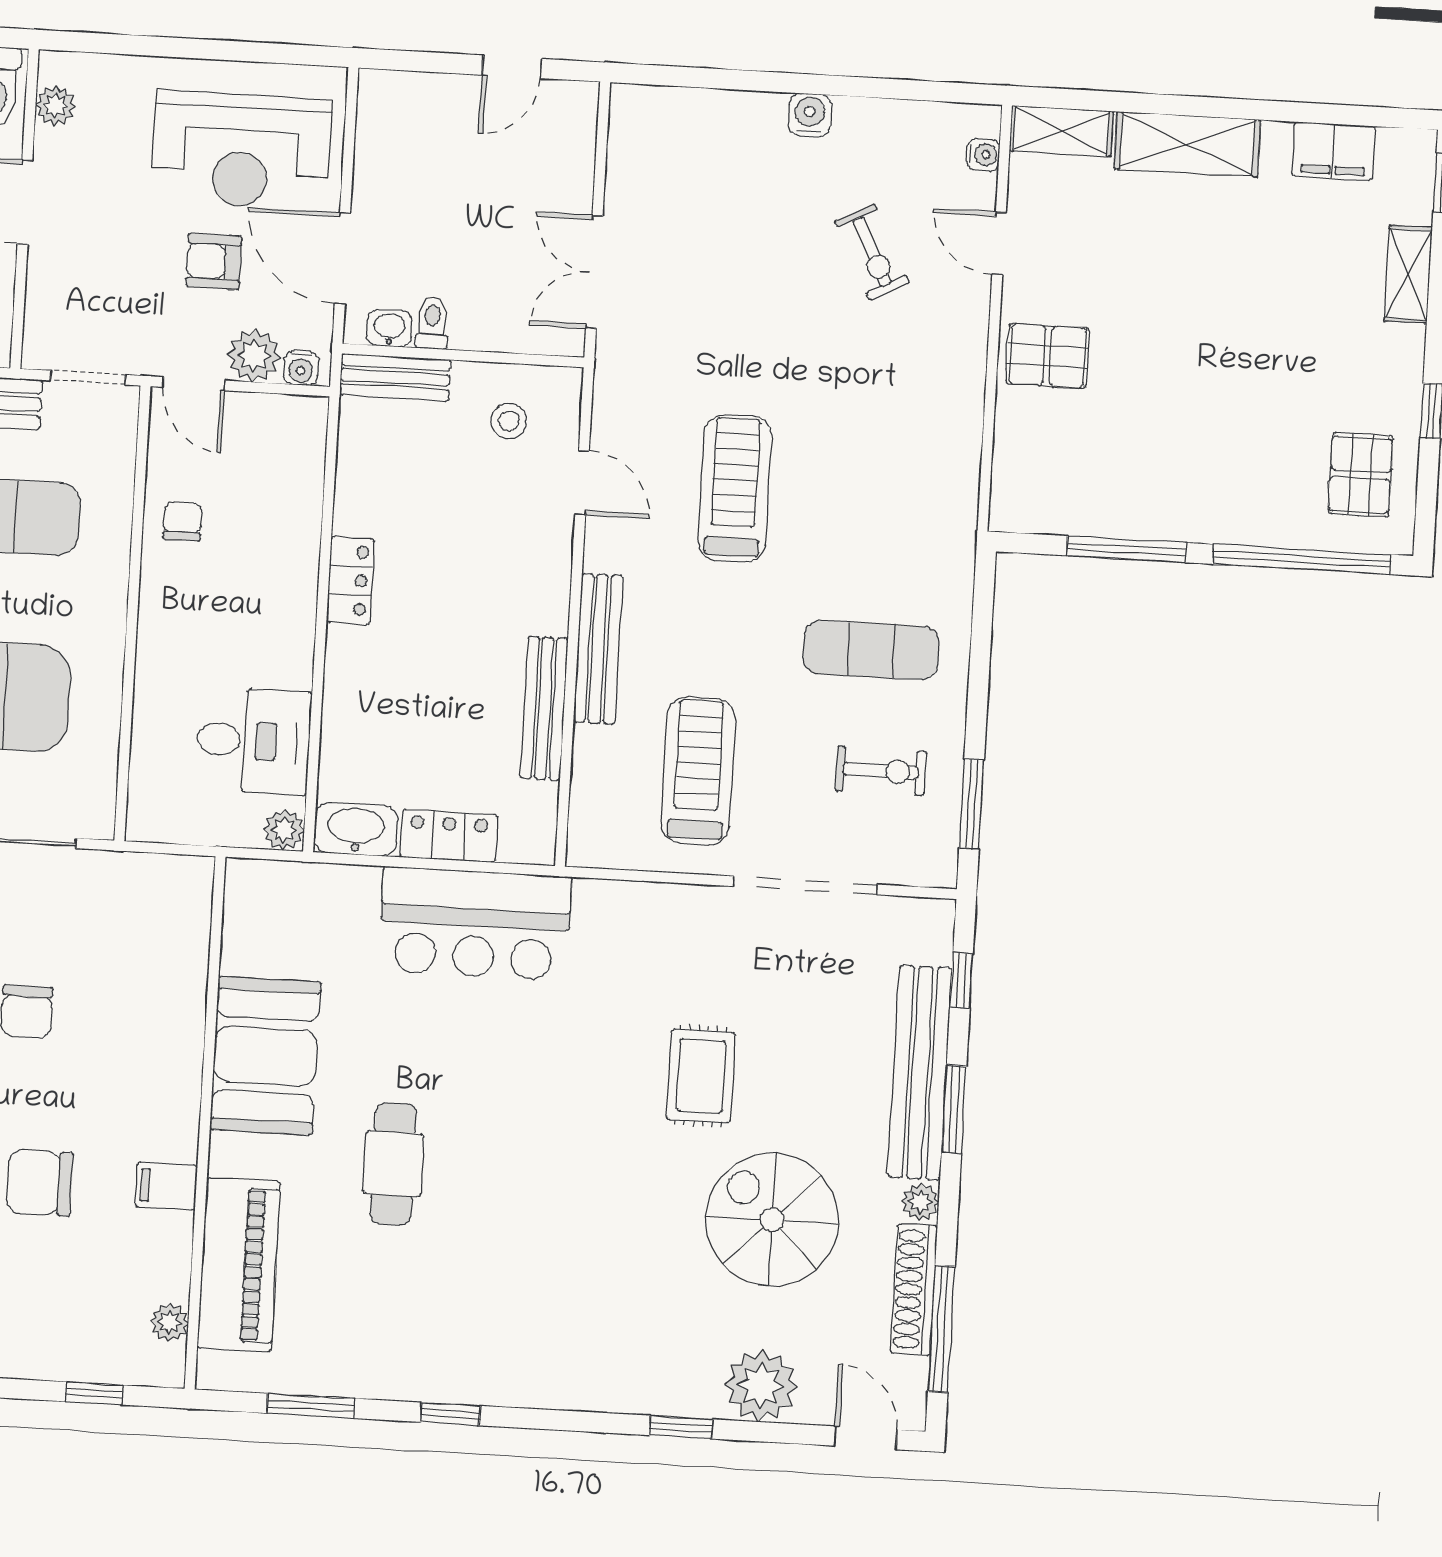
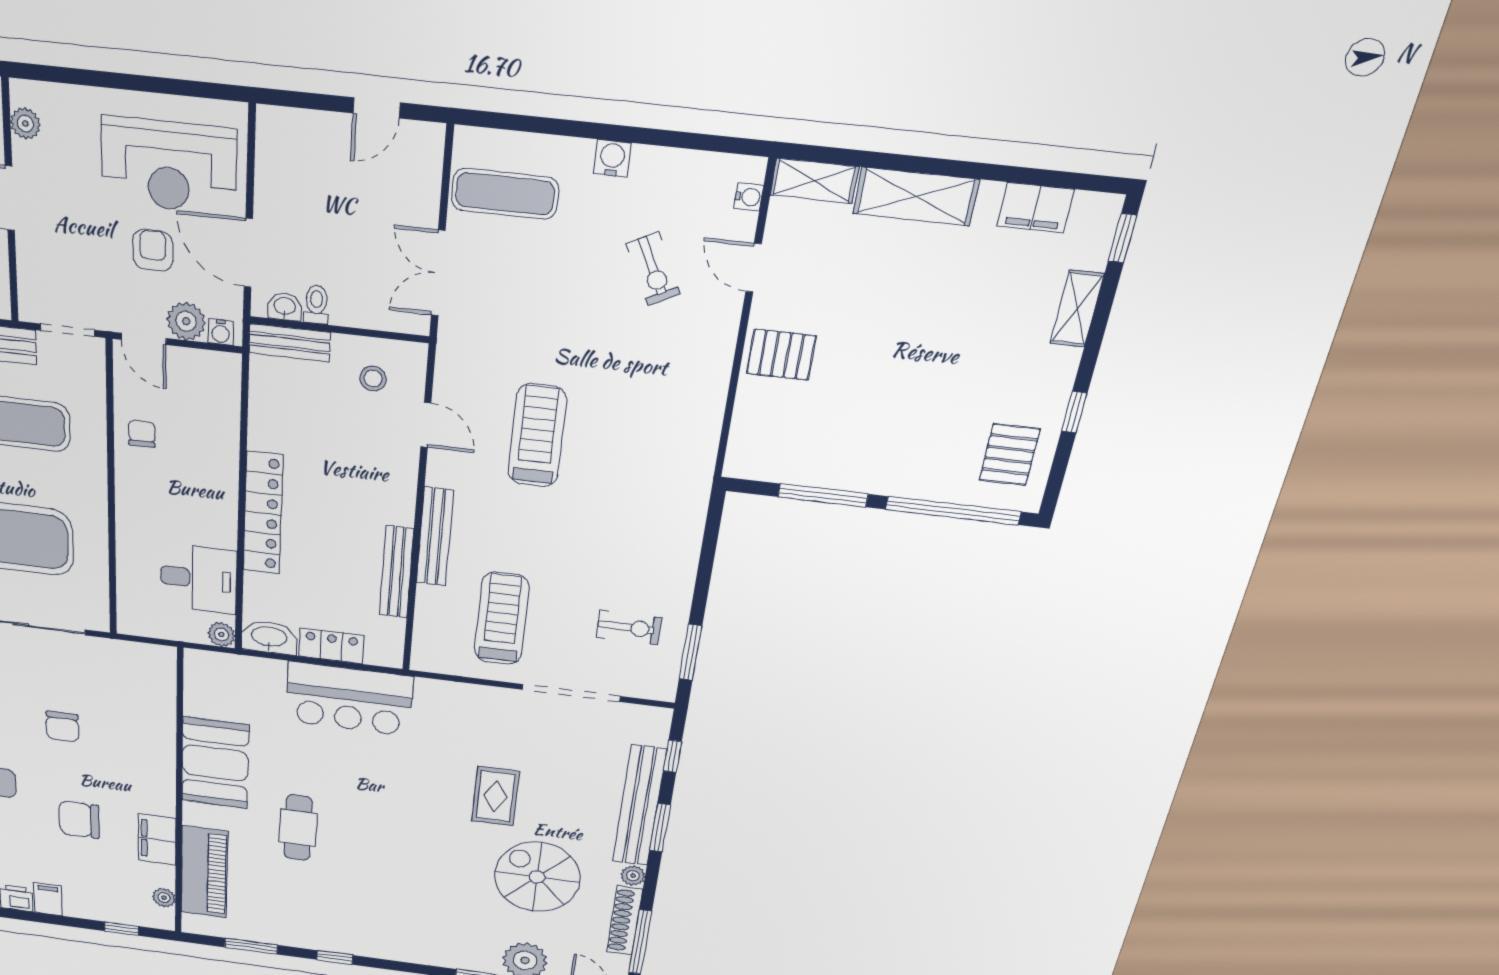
armchair: (214, 262) -> (153, 250), turned 90
locker: (350, 580) -> (263, 513), width x2.16, depth x1.21
exercise mat: (871, 650) -> (505, 194), moved
filing cabinet: (166, 1186) -> (157, 840), width x2.00

